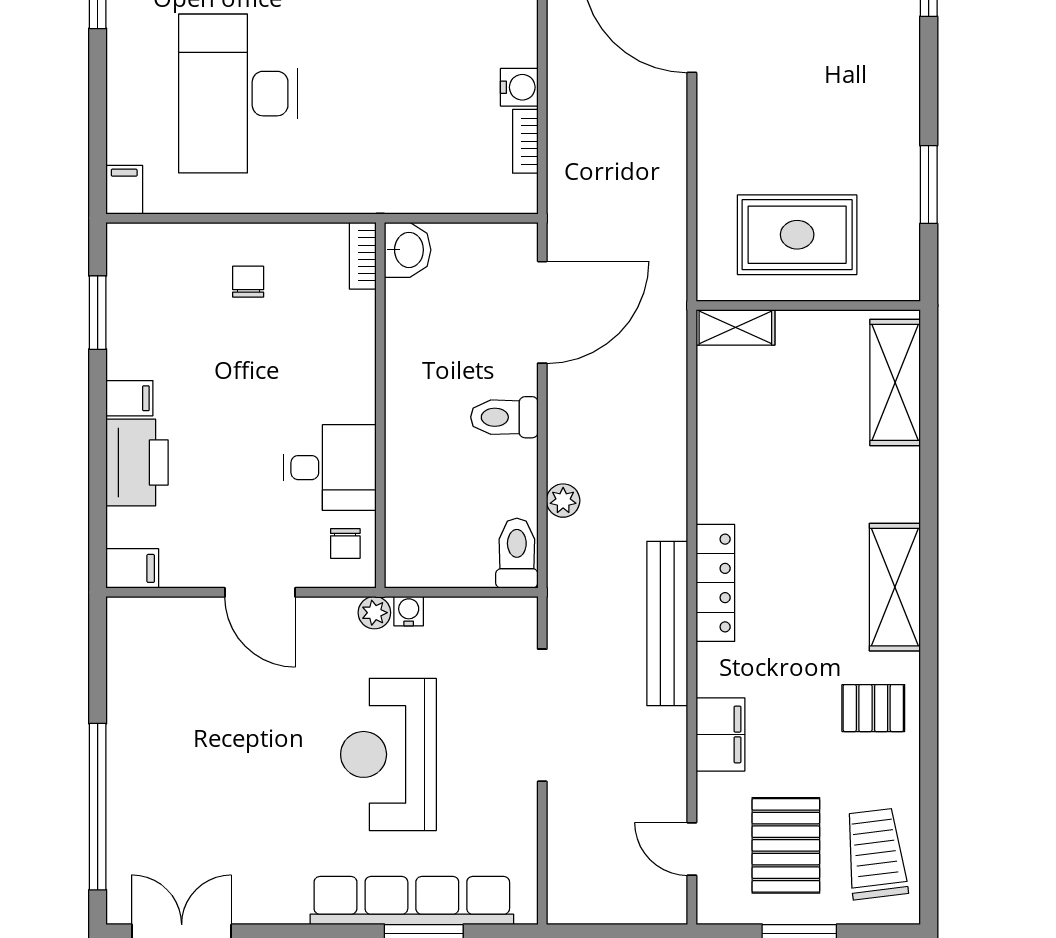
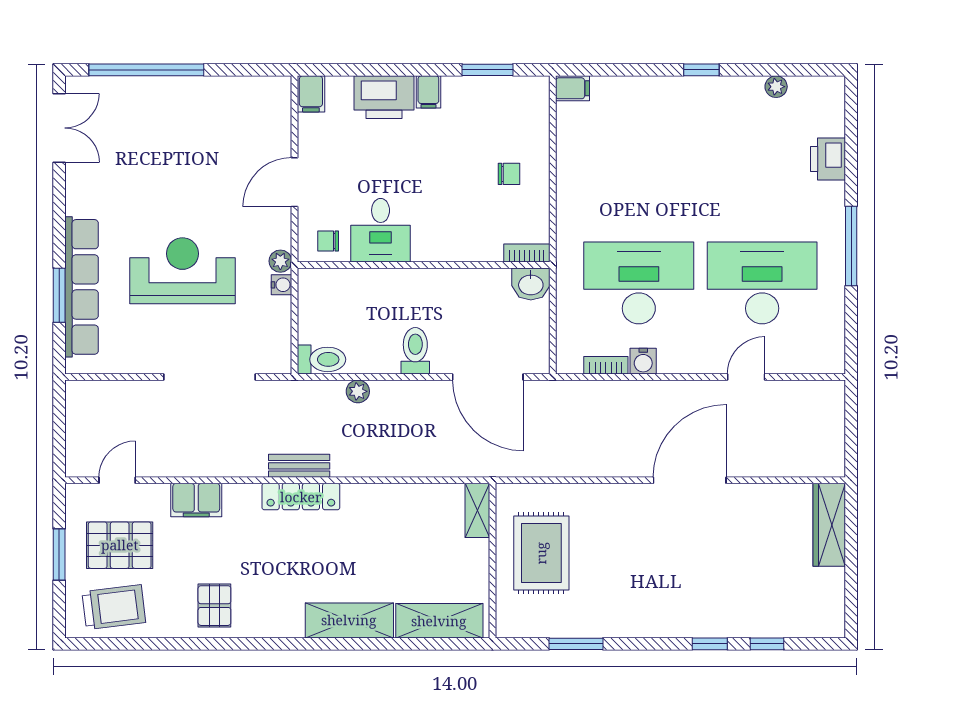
desk: (238, 94) -> (639, 283), moved
shelving: (895, 587) -> (349, 620), moved
bench: (667, 624) -> (299, 466), width x0.54, depth x0.82

